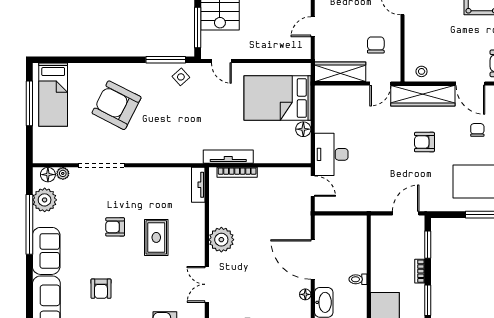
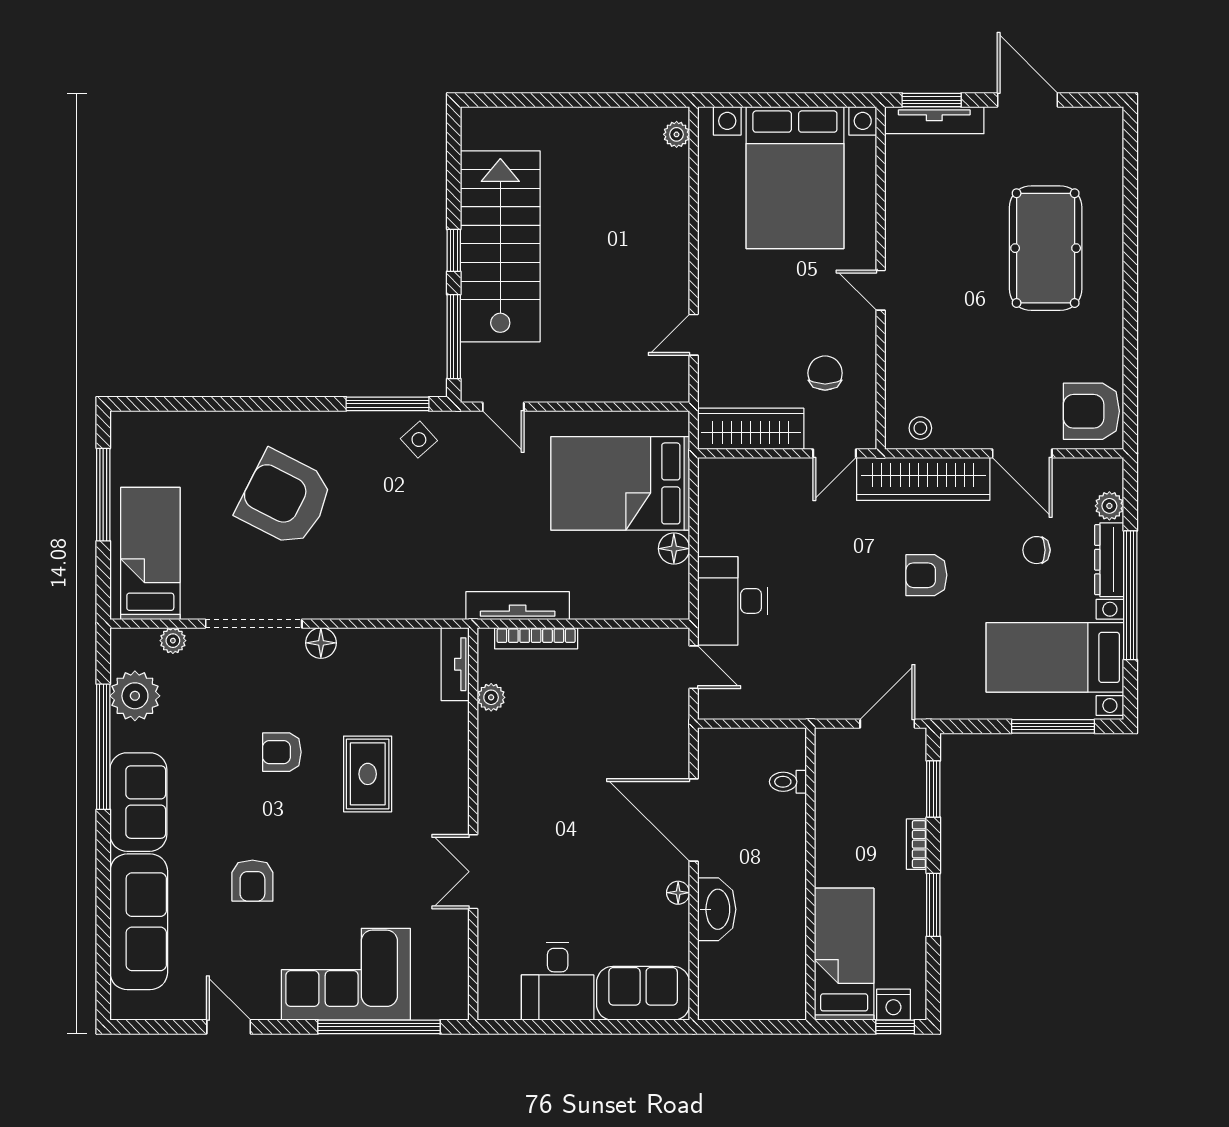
bed: (53, 95) -> (150, 553), moved, turned 180
chair: (477, 130) -> (1036, 550), turned -90
floor lamp: (48, 175) -> (321, 643), moved
plant: (221, 240) -> (491, 697), moved, width x0.53, depth x0.53
toilet: (358, 279) -> (788, 782), moved

